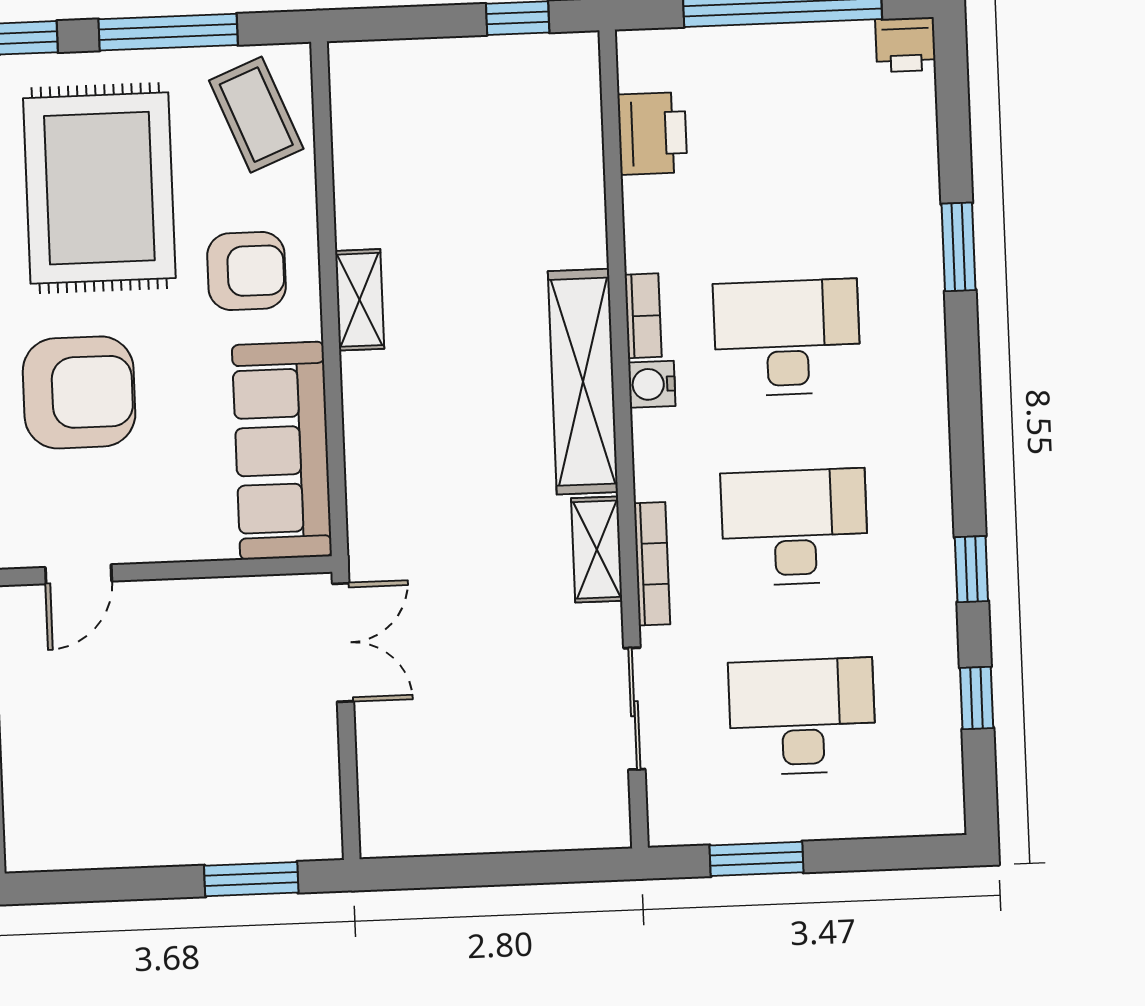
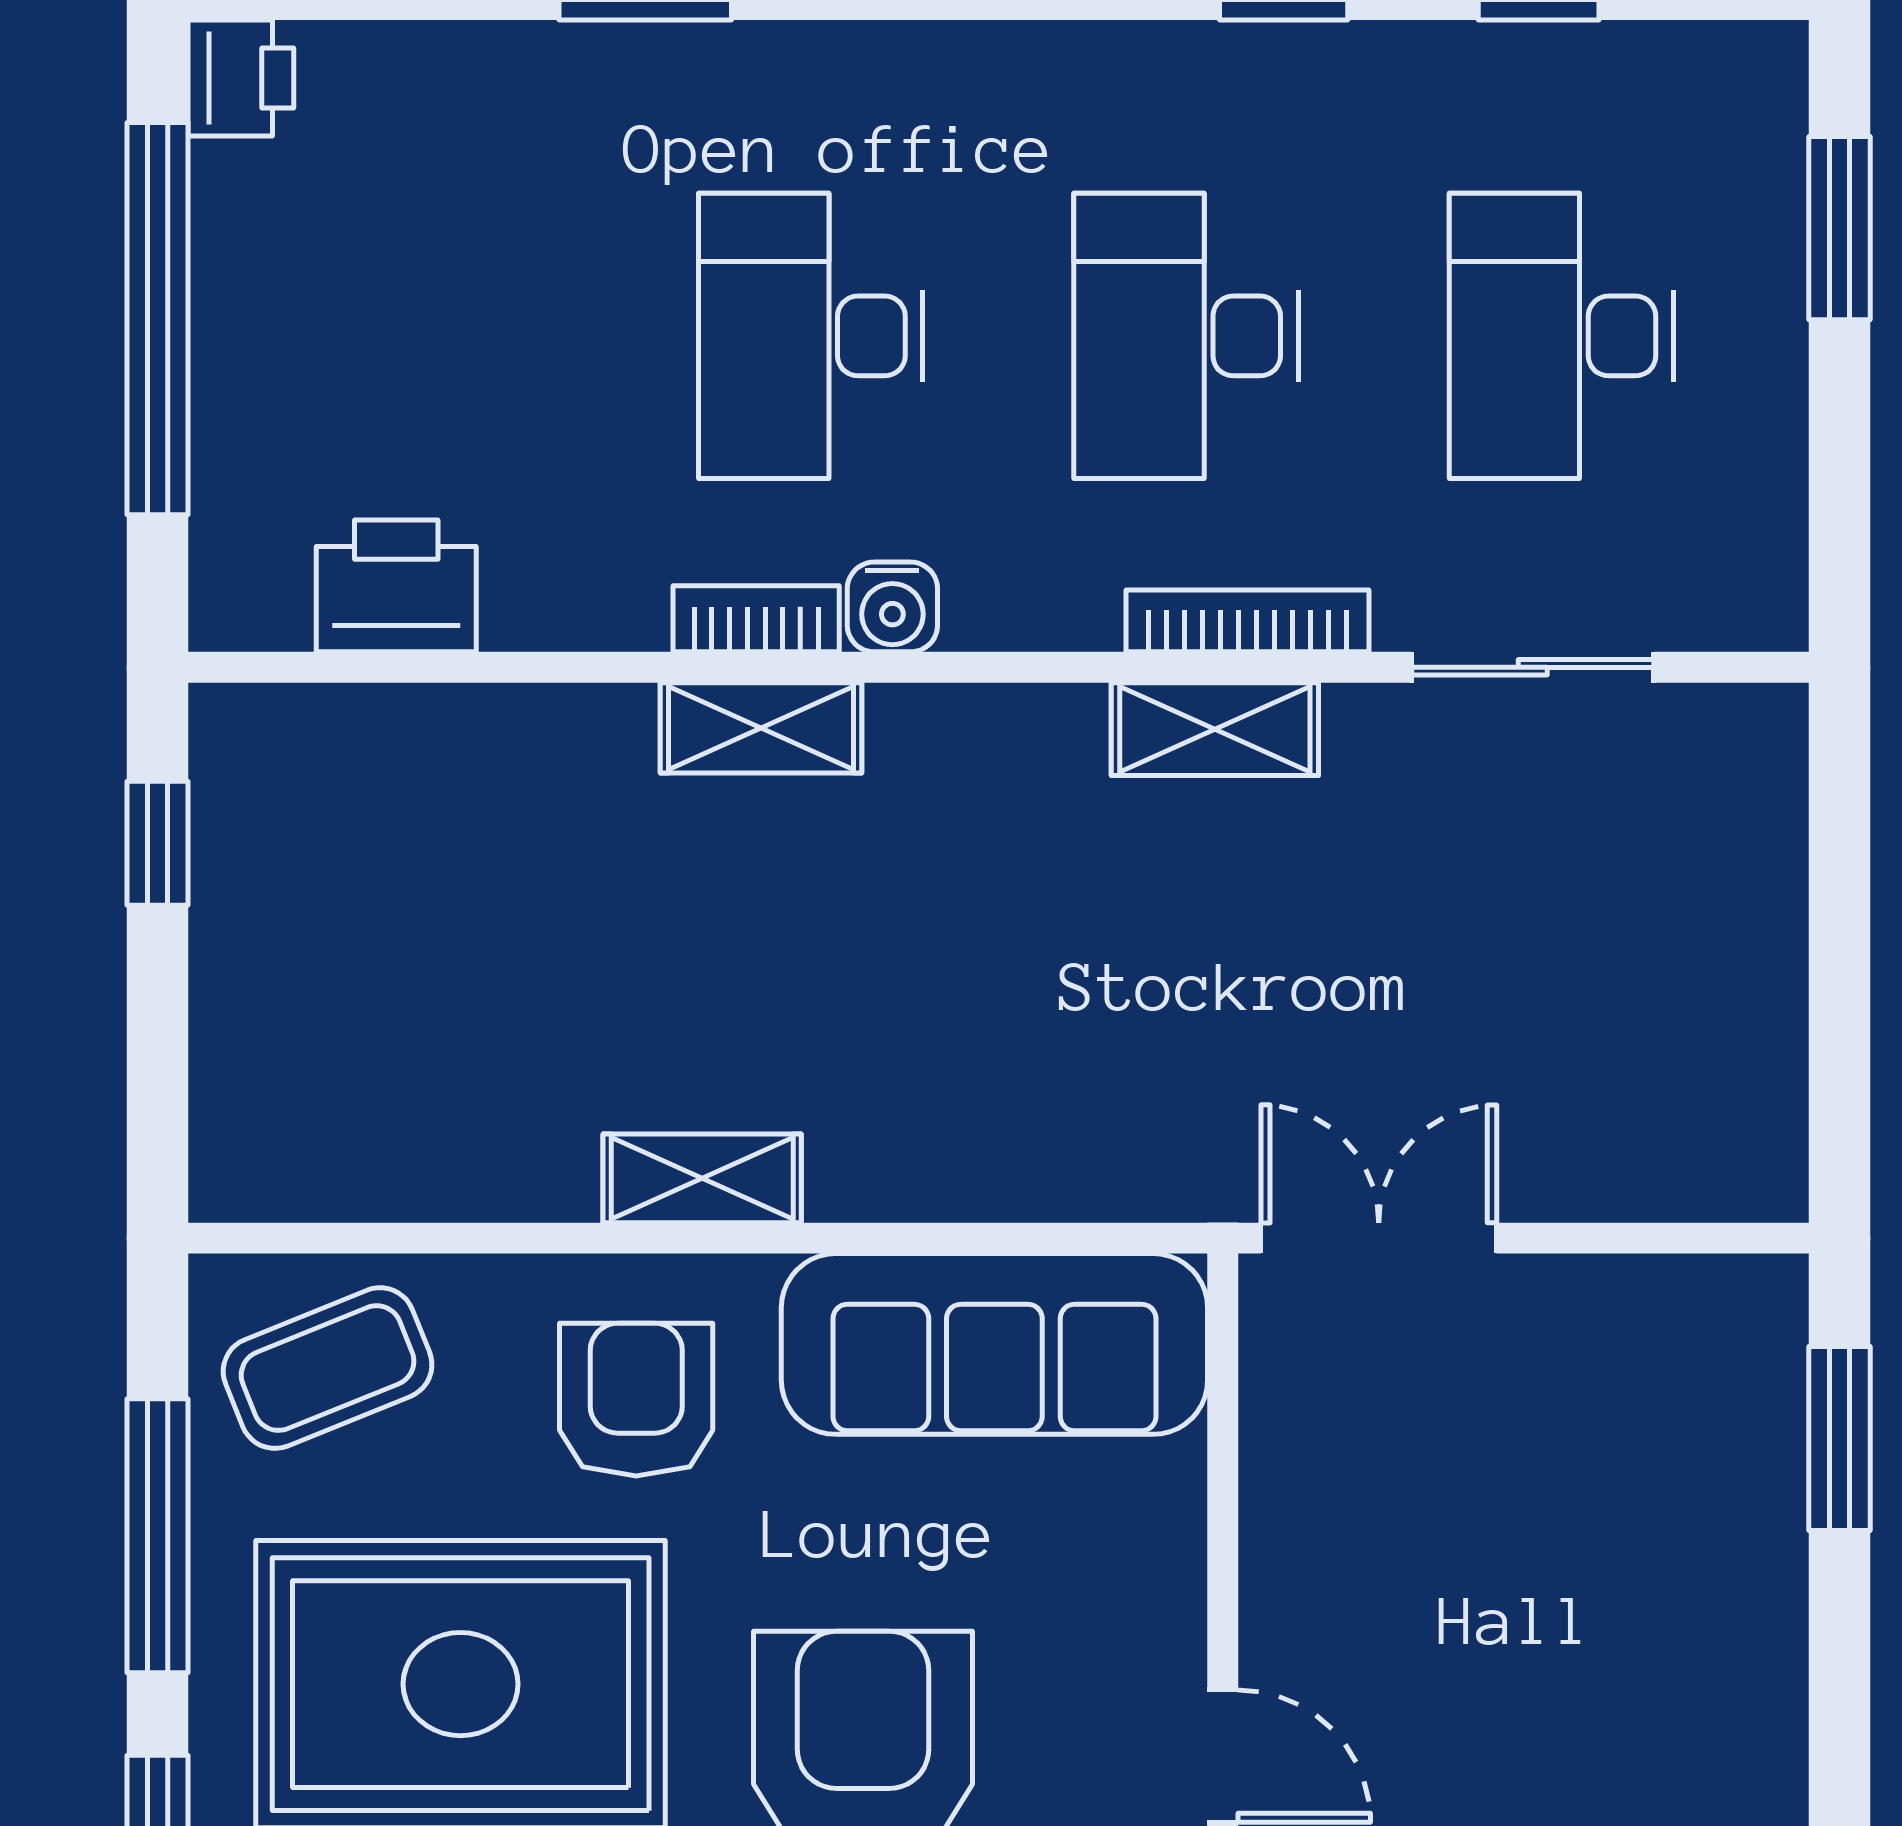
shelving: (583, 382) -> (761, 728), width x0.45, depth x0.75
window: (756, 859) -> (1839, 228), moved

